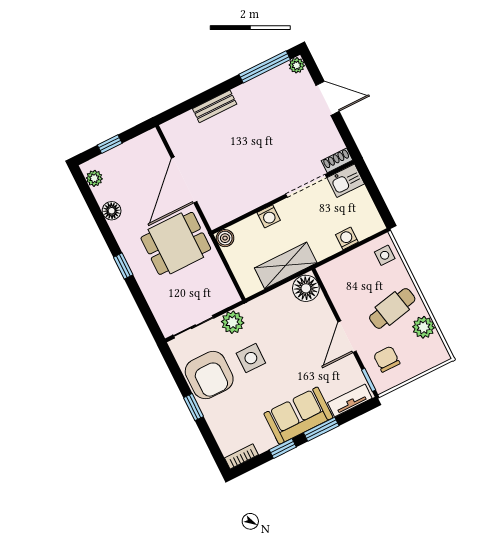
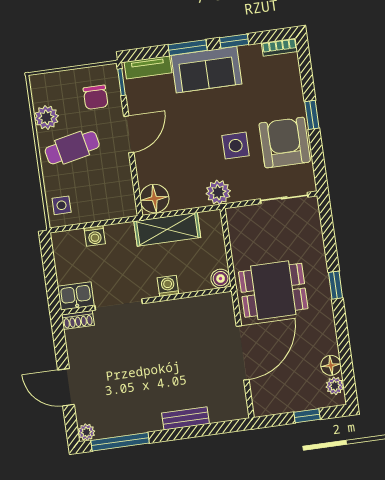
floor lamp: (112, 211) -> (331, 365), moved
plant: (233, 322) -> (218, 192), moved

